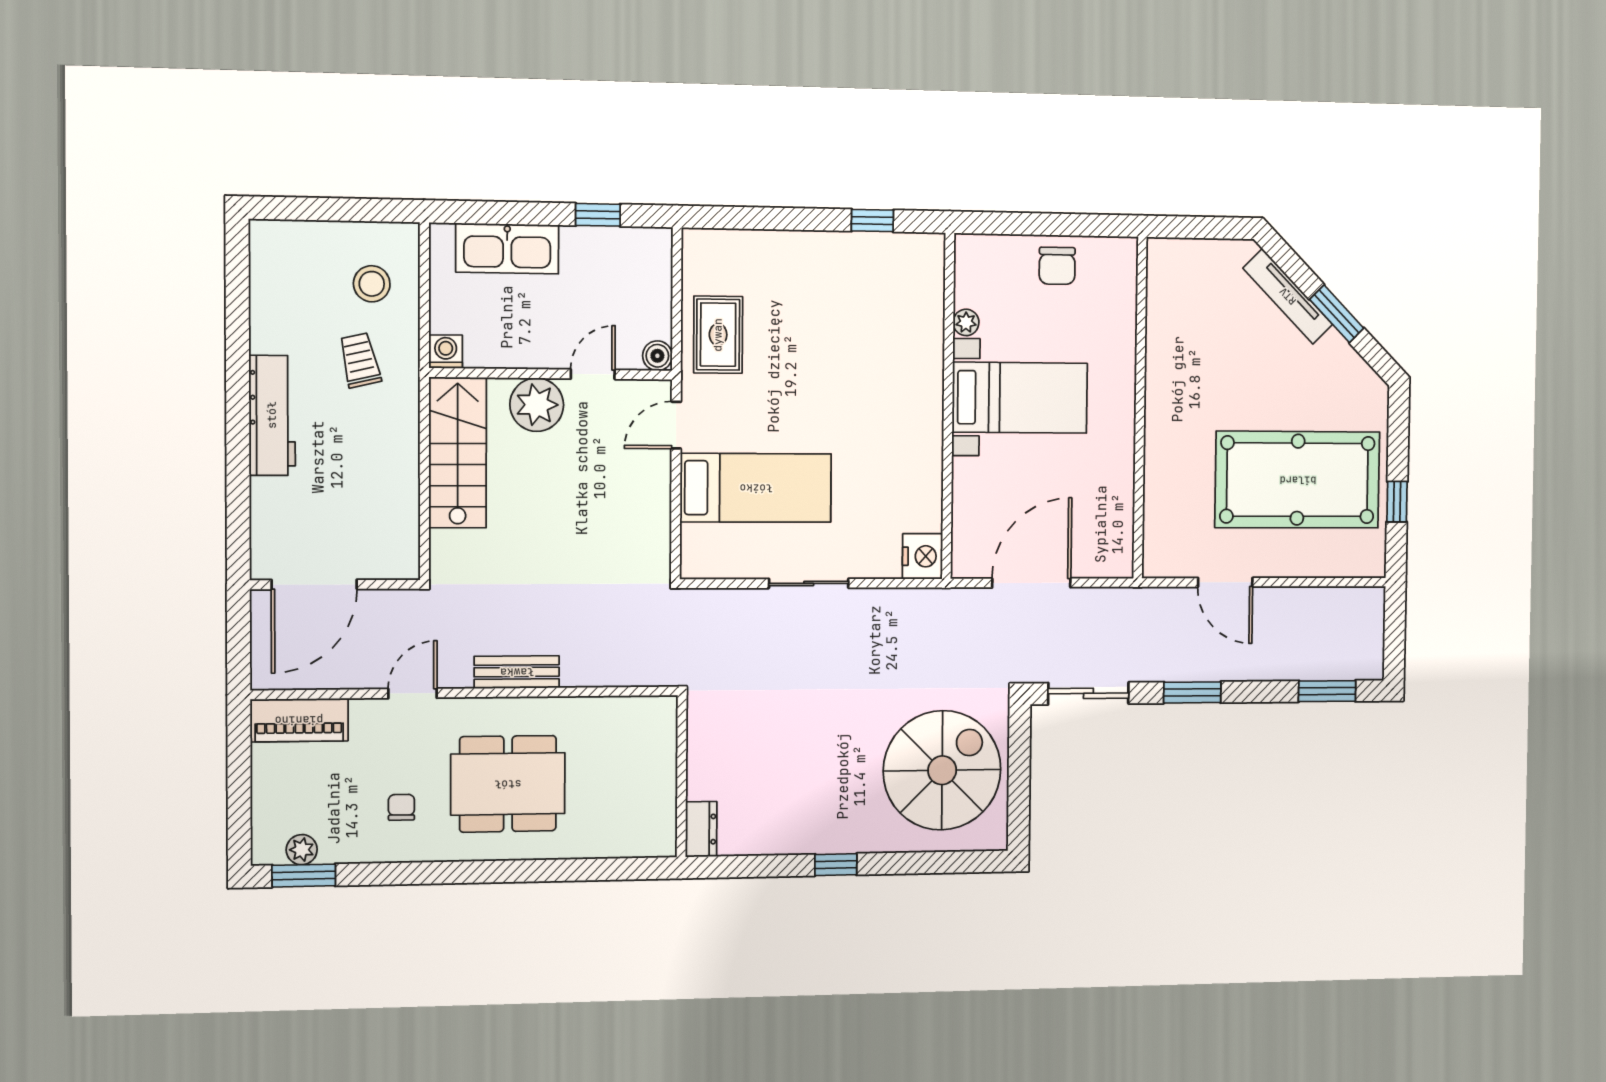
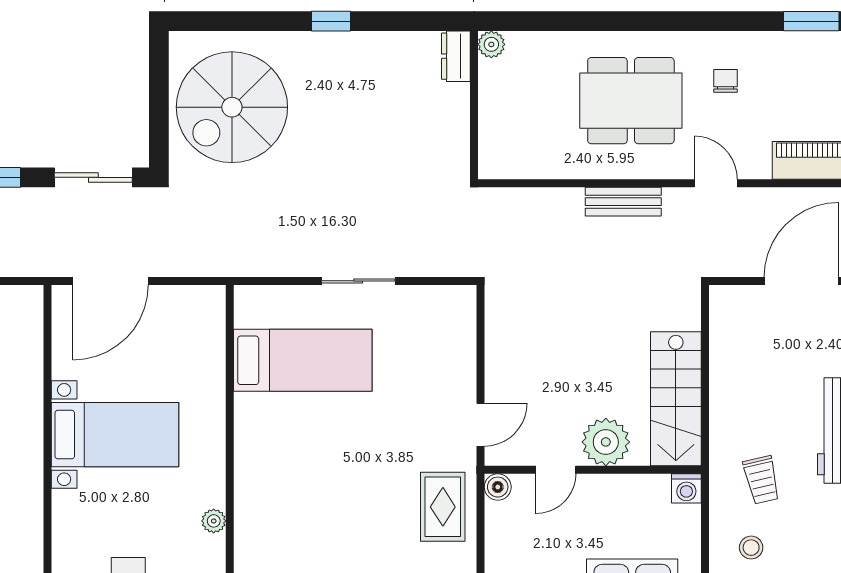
stool: (372, 284) -> (751, 548), width x0.73, depth x0.73
bed with nightstands: (1020, 398) -> (115, 435), moved, turned 180
bed: (756, 488) -> (303, 360), moved, turned 180
nightstand: (922, 556) -> (252, 306), removed
door: (1031, 583) -> (111, 281), moved
door: (413, 693) -> (716, 183), swing flipped
chair: (401, 807) -> (725, 81), turned 180
plant: (302, 850) -> (491, 44), moved

